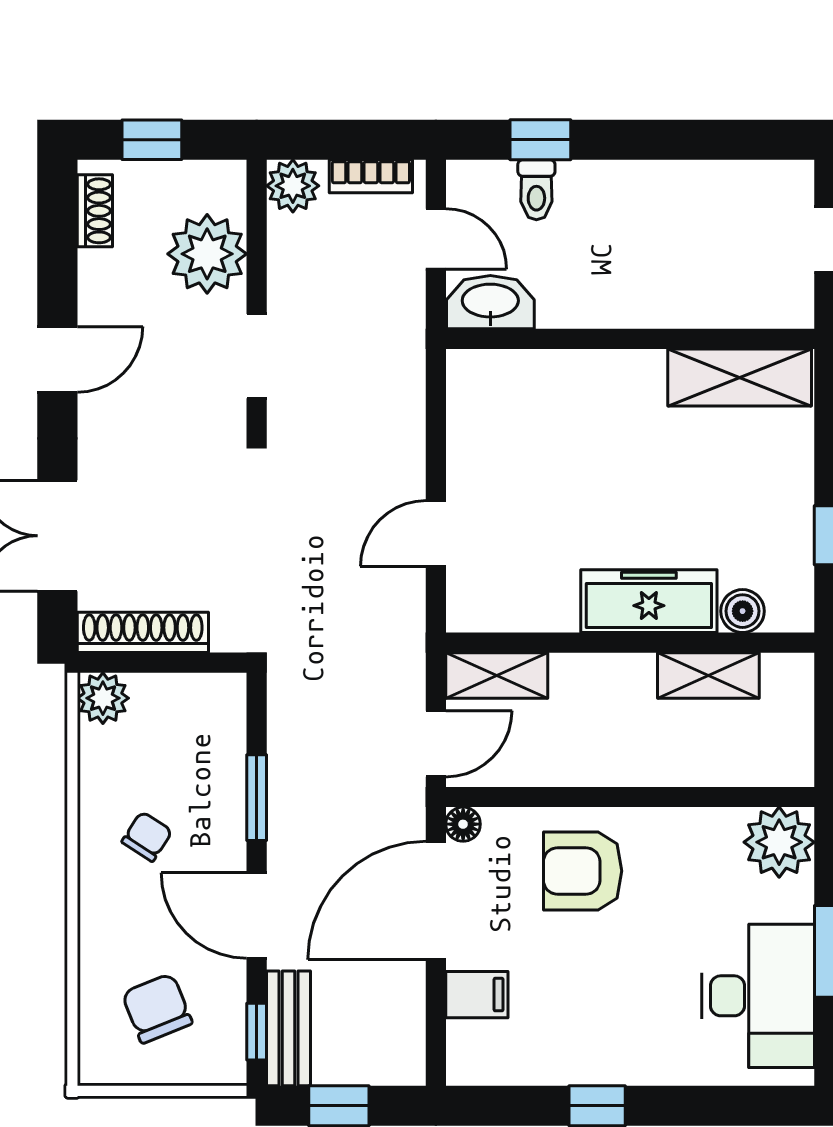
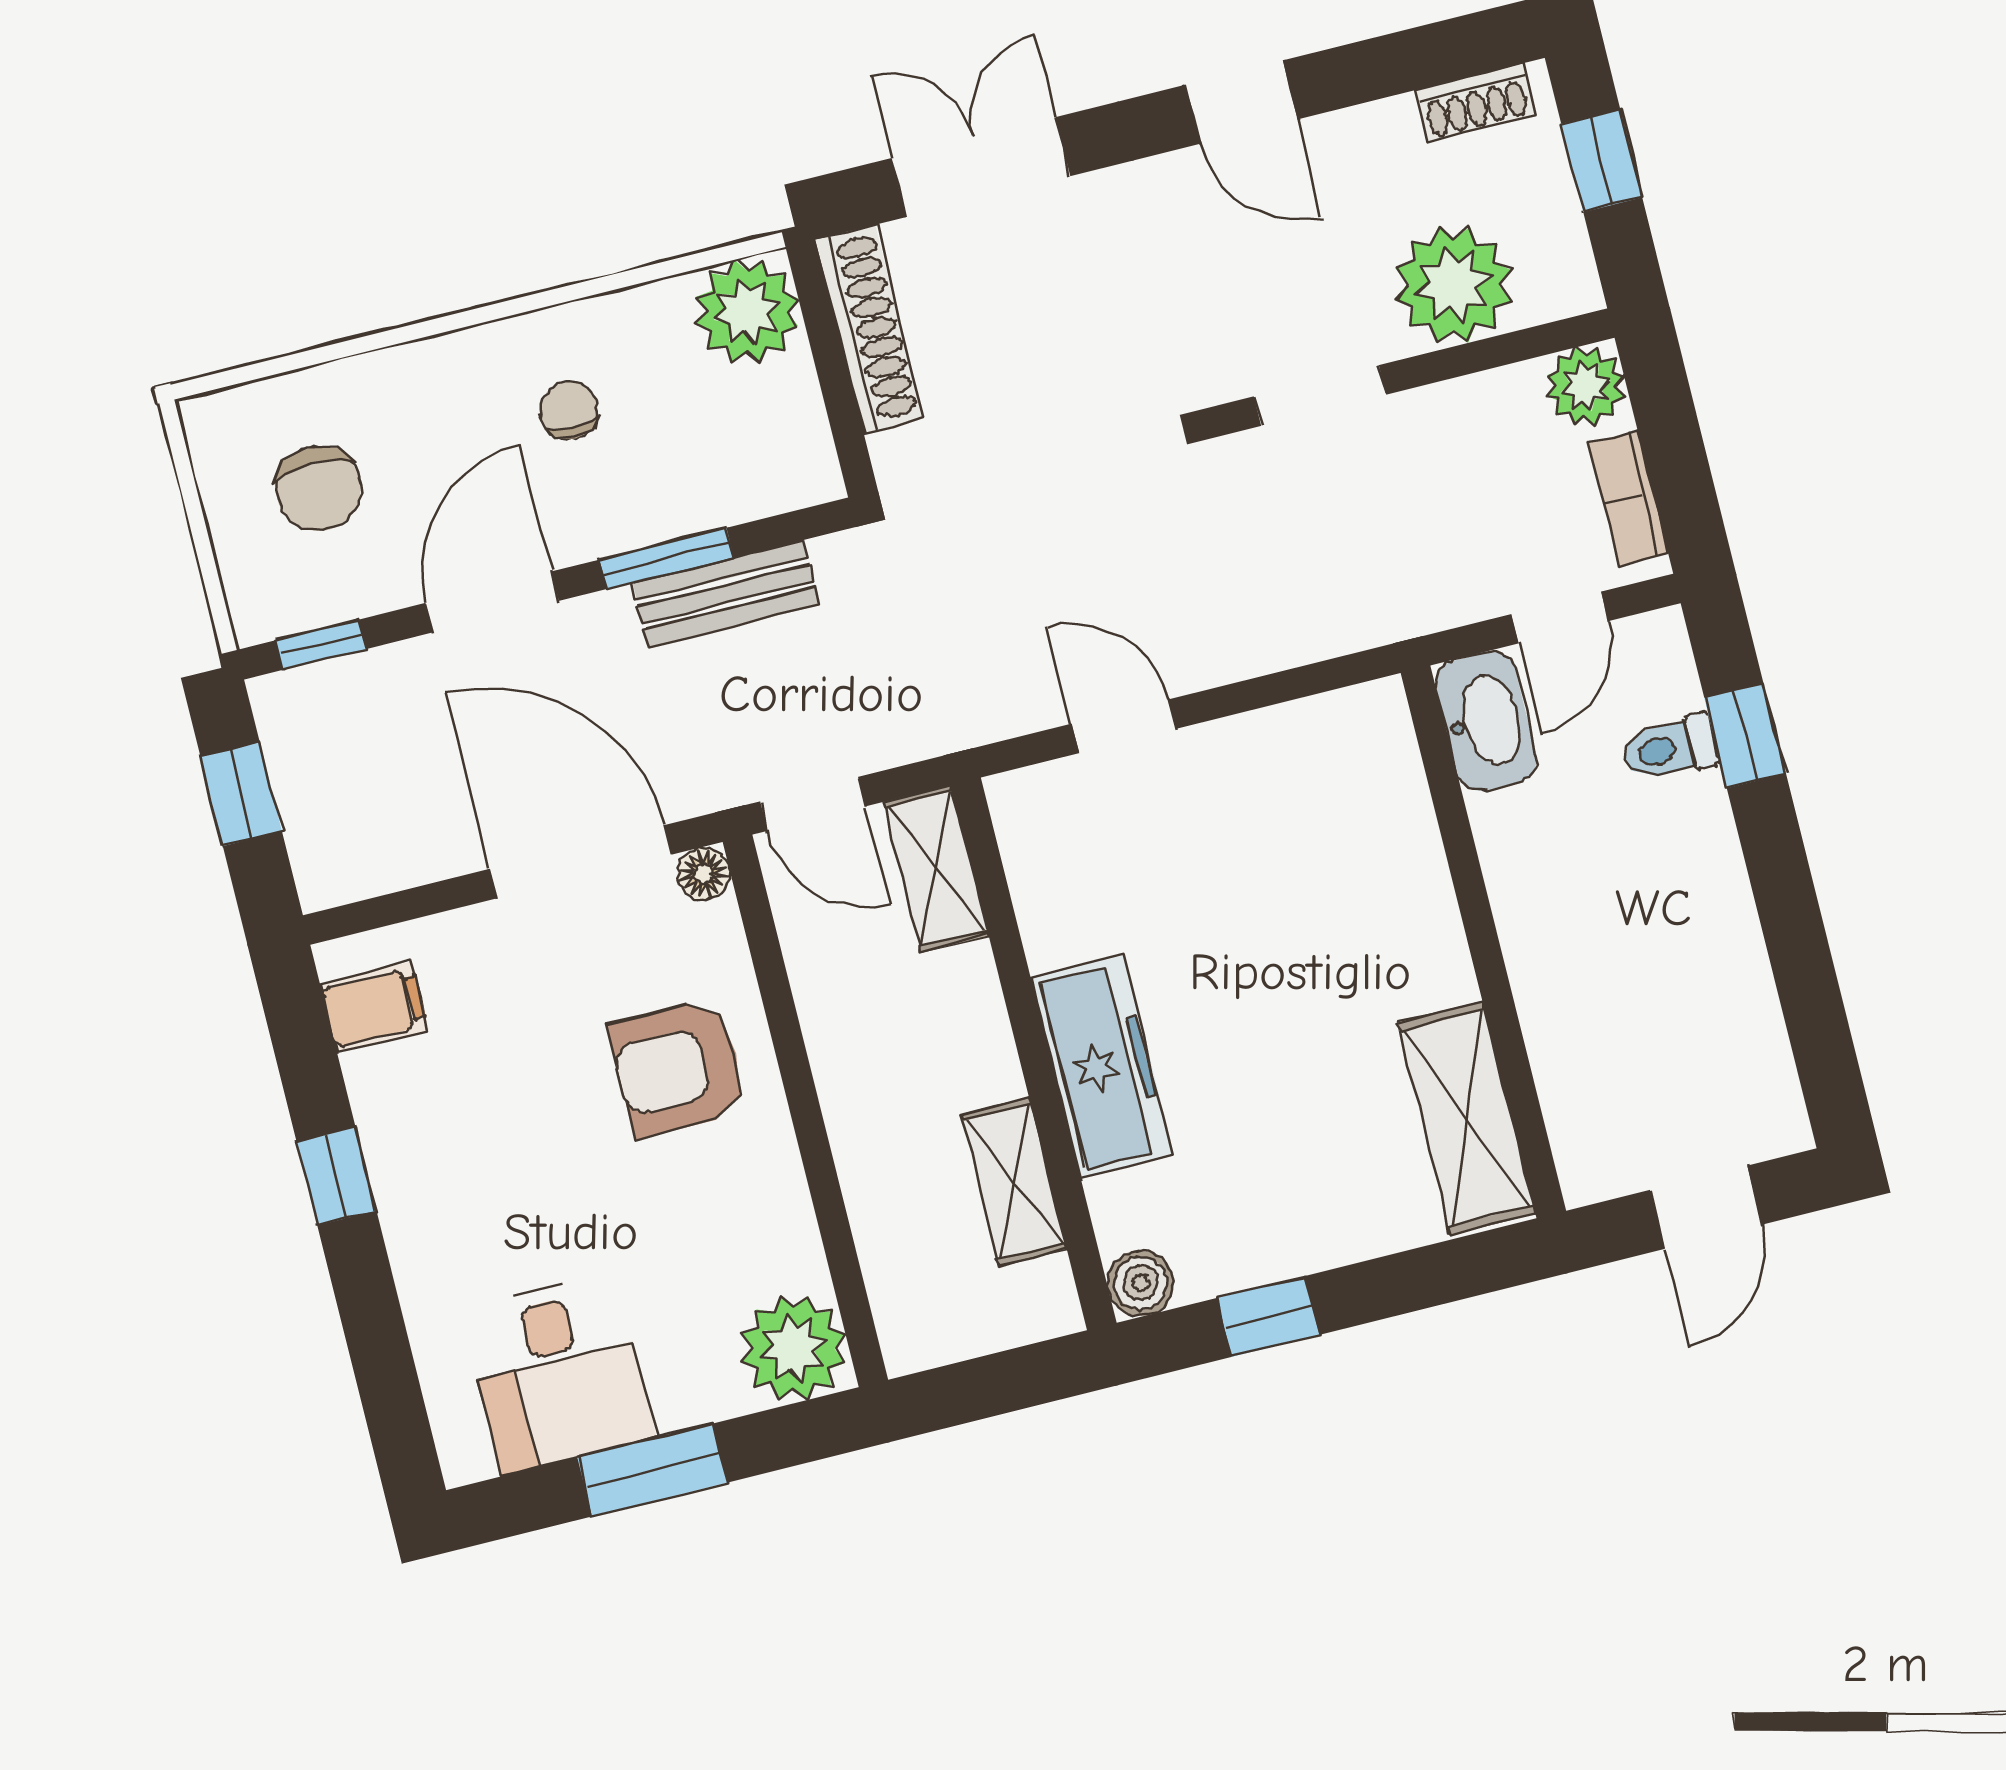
boiler: (743, 611) -> (1141, 1283), moved
plant: (103, 698) -> (747, 312), width x1.36, depth x1.36
chair: (147, 837) -> (569, 411), turned -123
armchair: (583, 871) -> (678, 1068), turned -90
filing cabinet: (477, 995) -> (374, 1007), moved, turned -90
desk: (758, 996) -> (558, 1373), width x0.73
chair: (157, 1008) -> (318, 489), turned 112
bench: (289, 1028) -> (726, 594), moved

